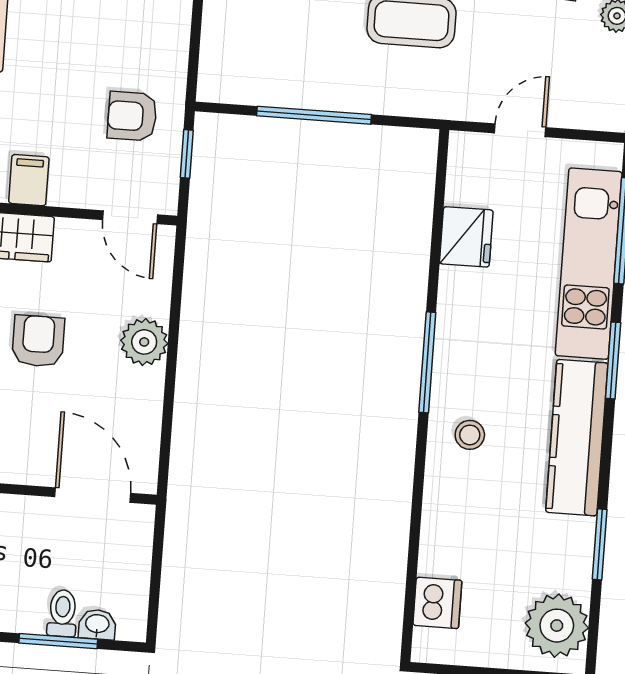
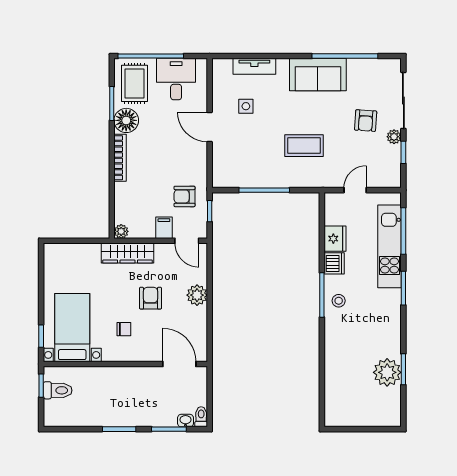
filing cabinet: (29, 180) -> (164, 228), moved
stool: (470, 435) -> (339, 301), moved
kitchen counter: (577, 438) -> (390, 323), removed
dishwasher: (437, 603) -> (334, 263), moved
toilet: (62, 613) -> (201, 417), moved
plant: (557, 626) -> (387, 372), moved

